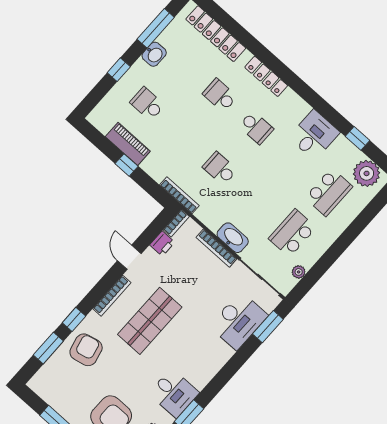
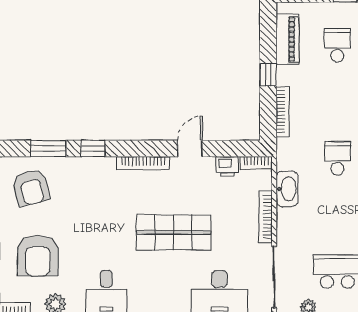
piano: (128, 144) -> (287, 39), moved
bookcase: (179, 195) -> (283, 111), moved
washbasin: (233, 238) -> (287, 189), moved
shop shelf: (150, 321) -> (174, 232), moved
armchair: (86, 350) -> (31, 188), moved, turned 89

